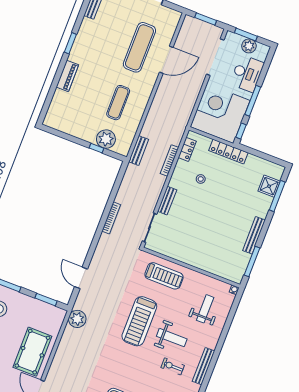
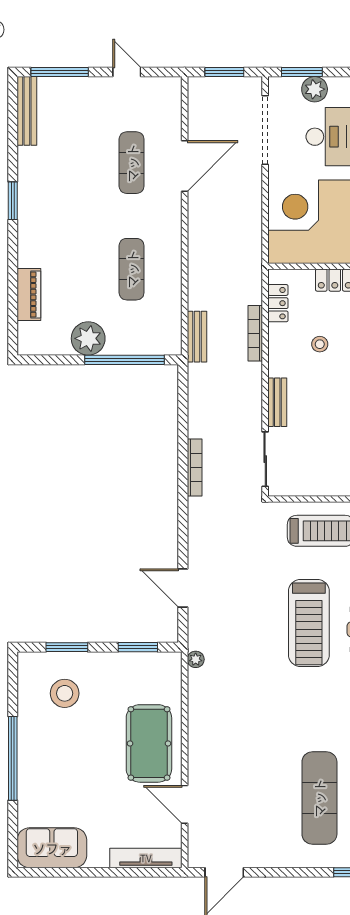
exercise mat: (139, 47) -> (132, 163), width x0.73, depth x0.69
piano: (67, 76) -> (29, 295), moved
plant: (106, 139) -> (88, 338), moved
window: (96, 148) -> (125, 360), width x3.17
plant: (77, 319) -> (196, 659), width x0.53, depth x0.53

